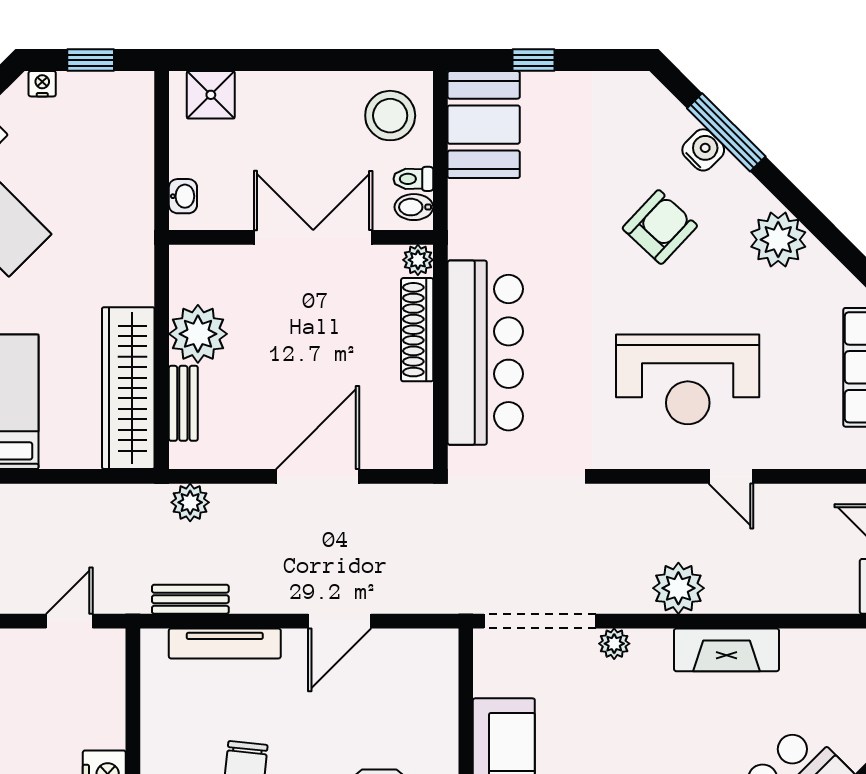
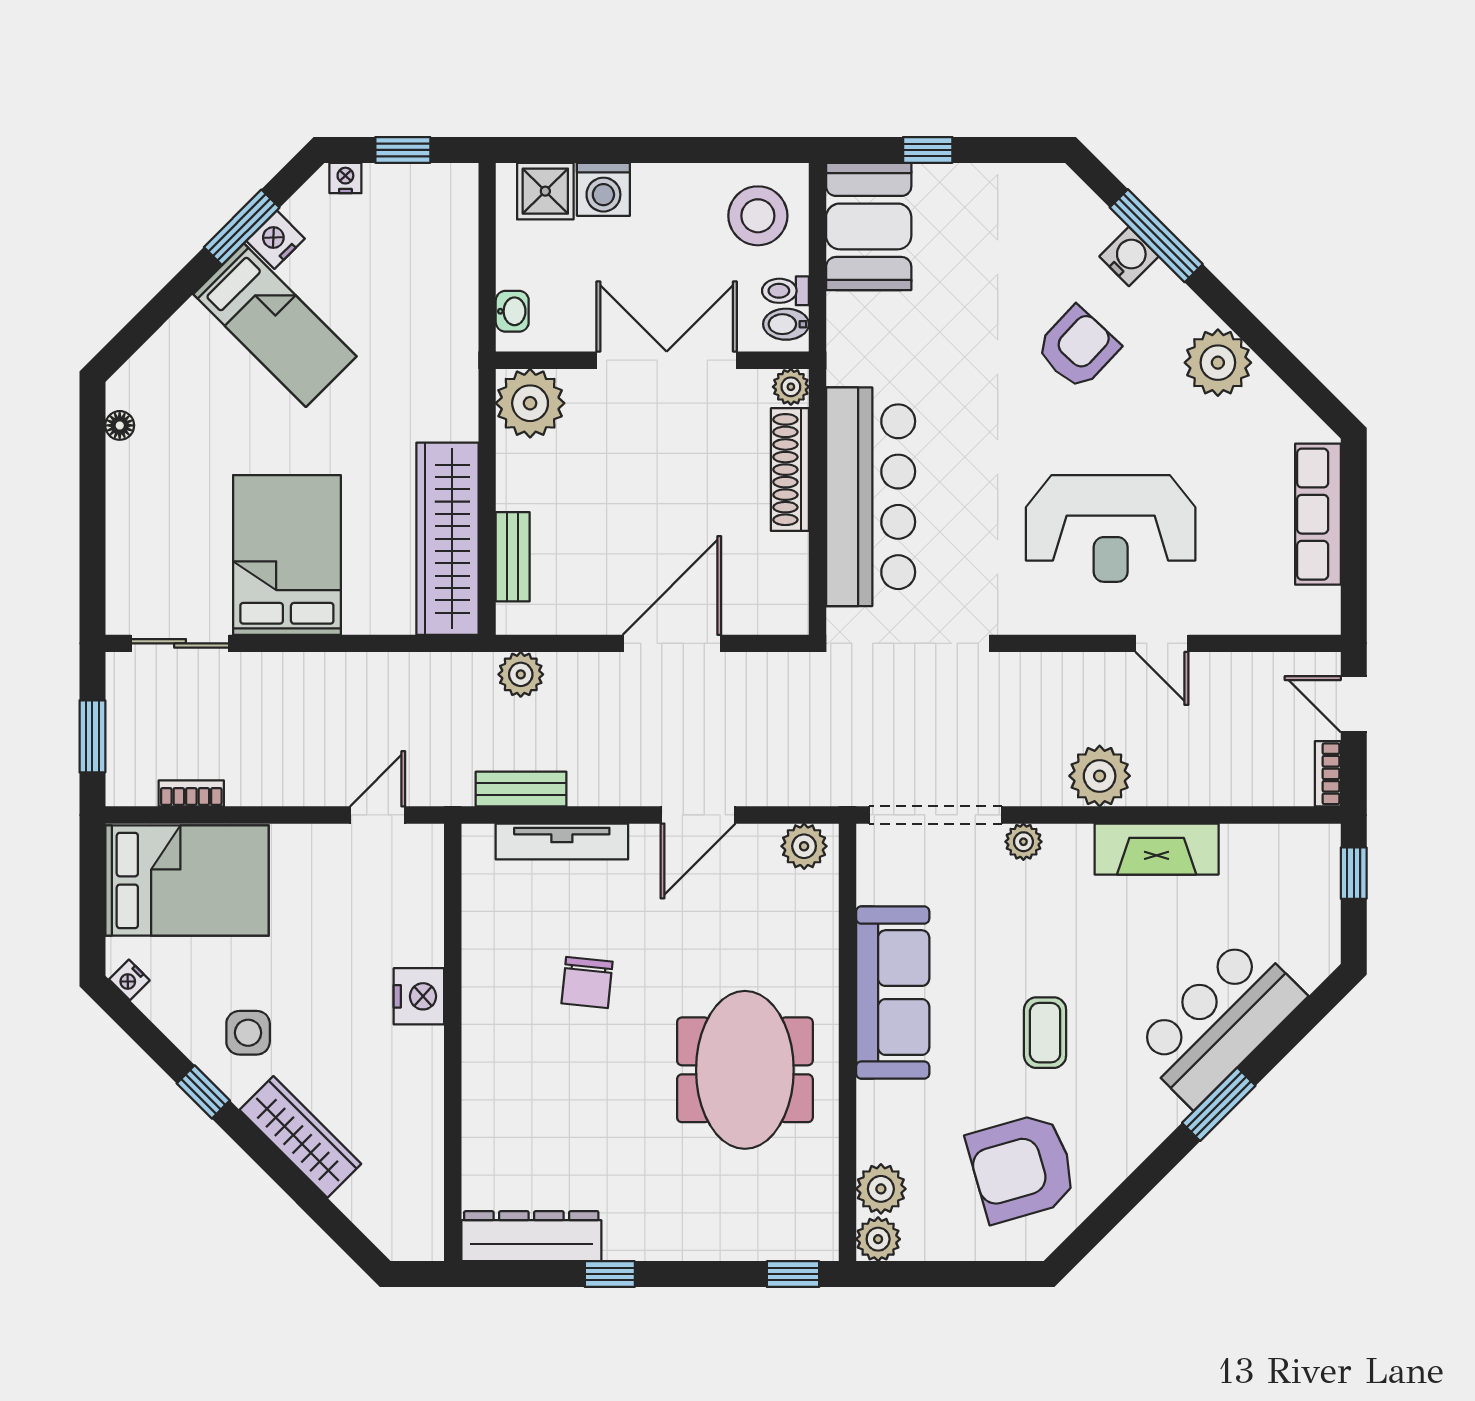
washing machine: (260, 93) -> (603, 189), added
plant: (198, 334) -> (530, 403), moved
plant: (429, 647) -> (804, 846), added

